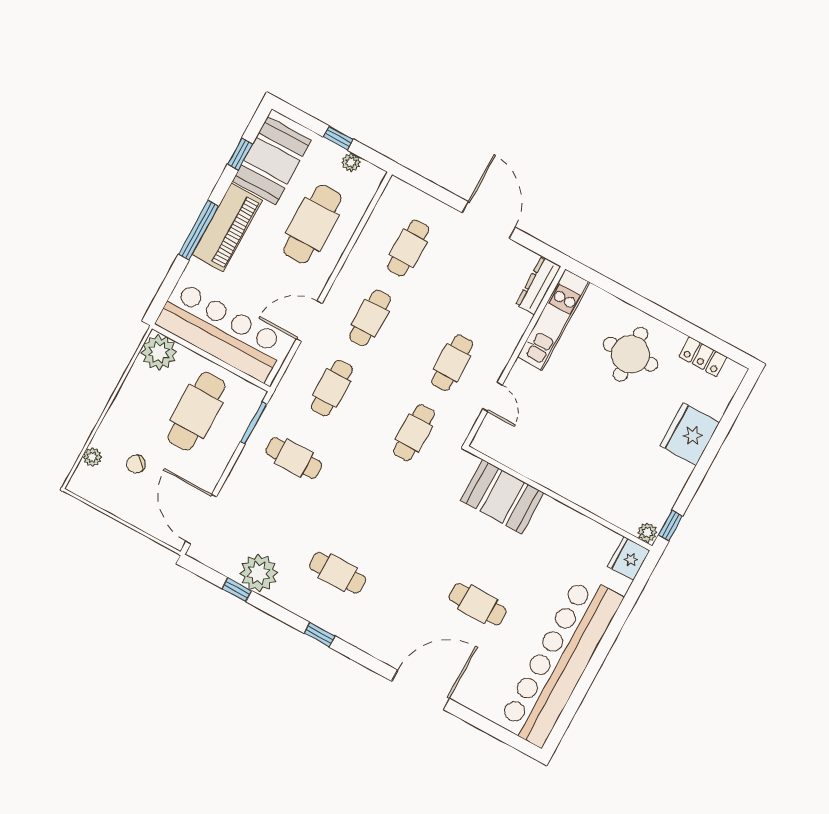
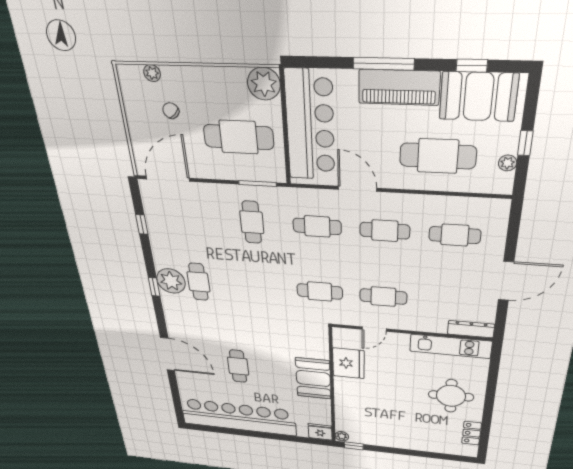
fridge: (690, 434) -> (348, 363), moved, turned 90
booth: (502, 497) -> (313, 378), moved
plant: (259, 573) -> (171, 281), moved

